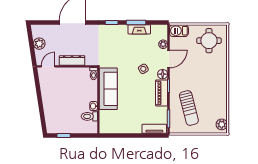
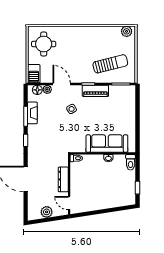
floor lamp: (163, 74) -> (37, 90), moved
sofa: (108, 89) -> (107, 144), moved
toilet: (89, 116) -> (131, 162), moved
tv unit: (154, 129) -> (131, 98), removed

